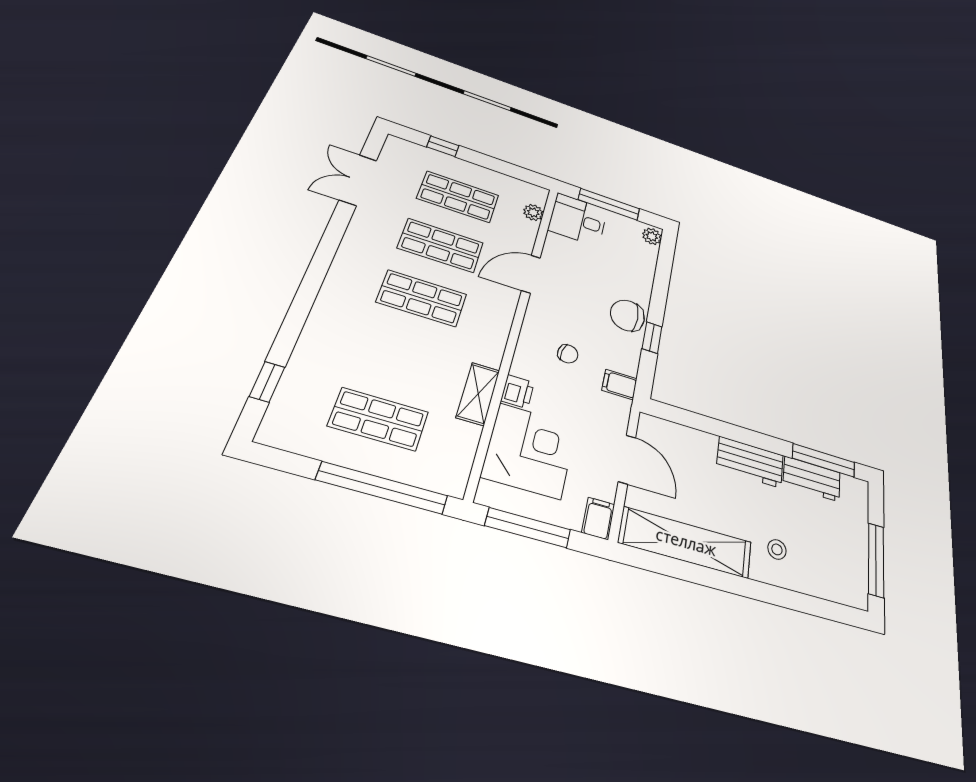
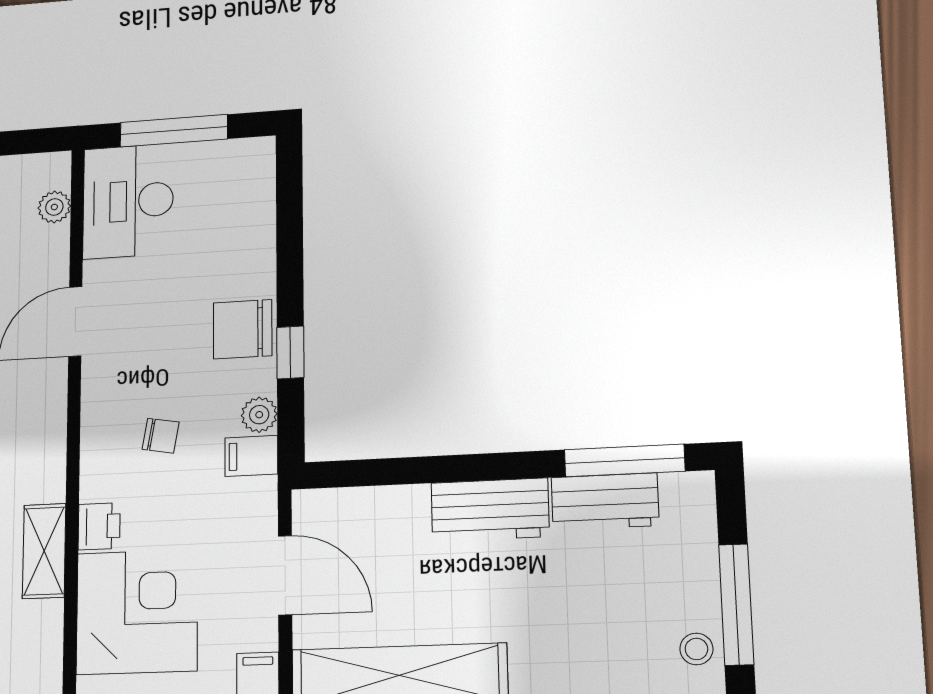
desk: (578, 220) -> (128, 201), width x1.37
plant: (652, 236) -> (259, 415), moved
stool: (777, 549) -> (696, 649), moved

